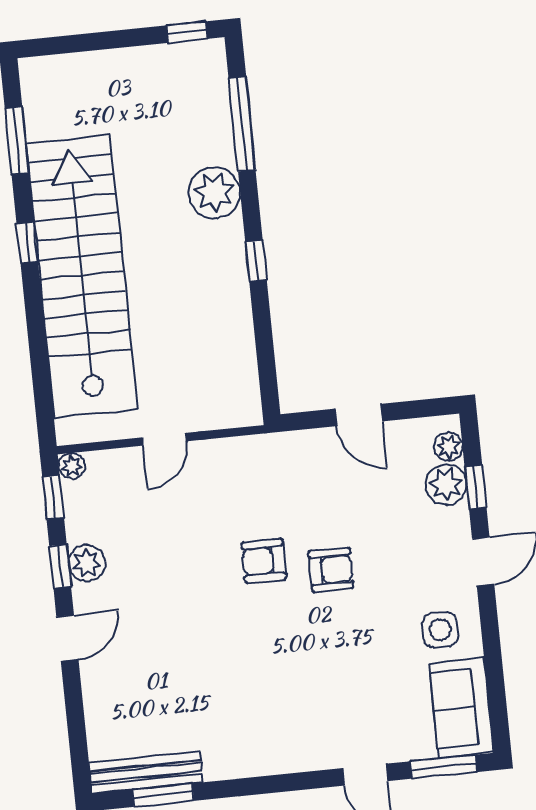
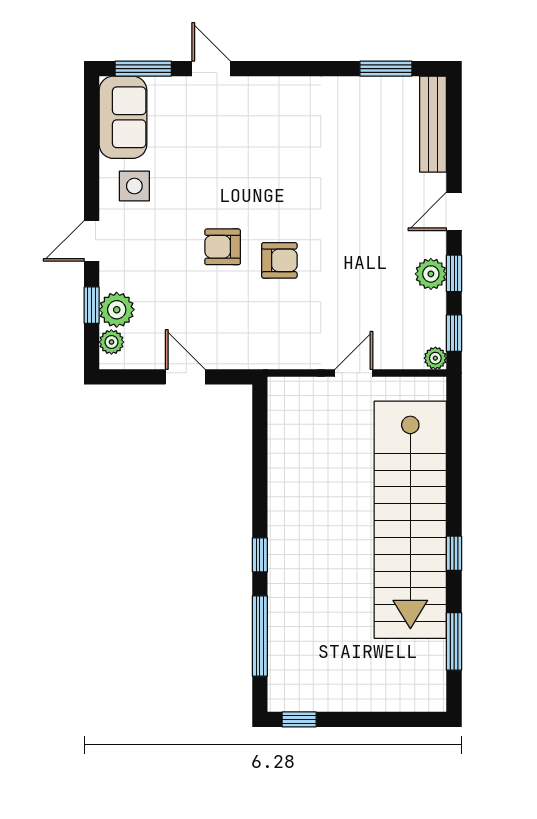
plant: (214, 193) -> (289, 580), removed
window: (256, 261) -> (260, 555), moved
bench: (146, 772) -> (433, 124), moved, turned 90

